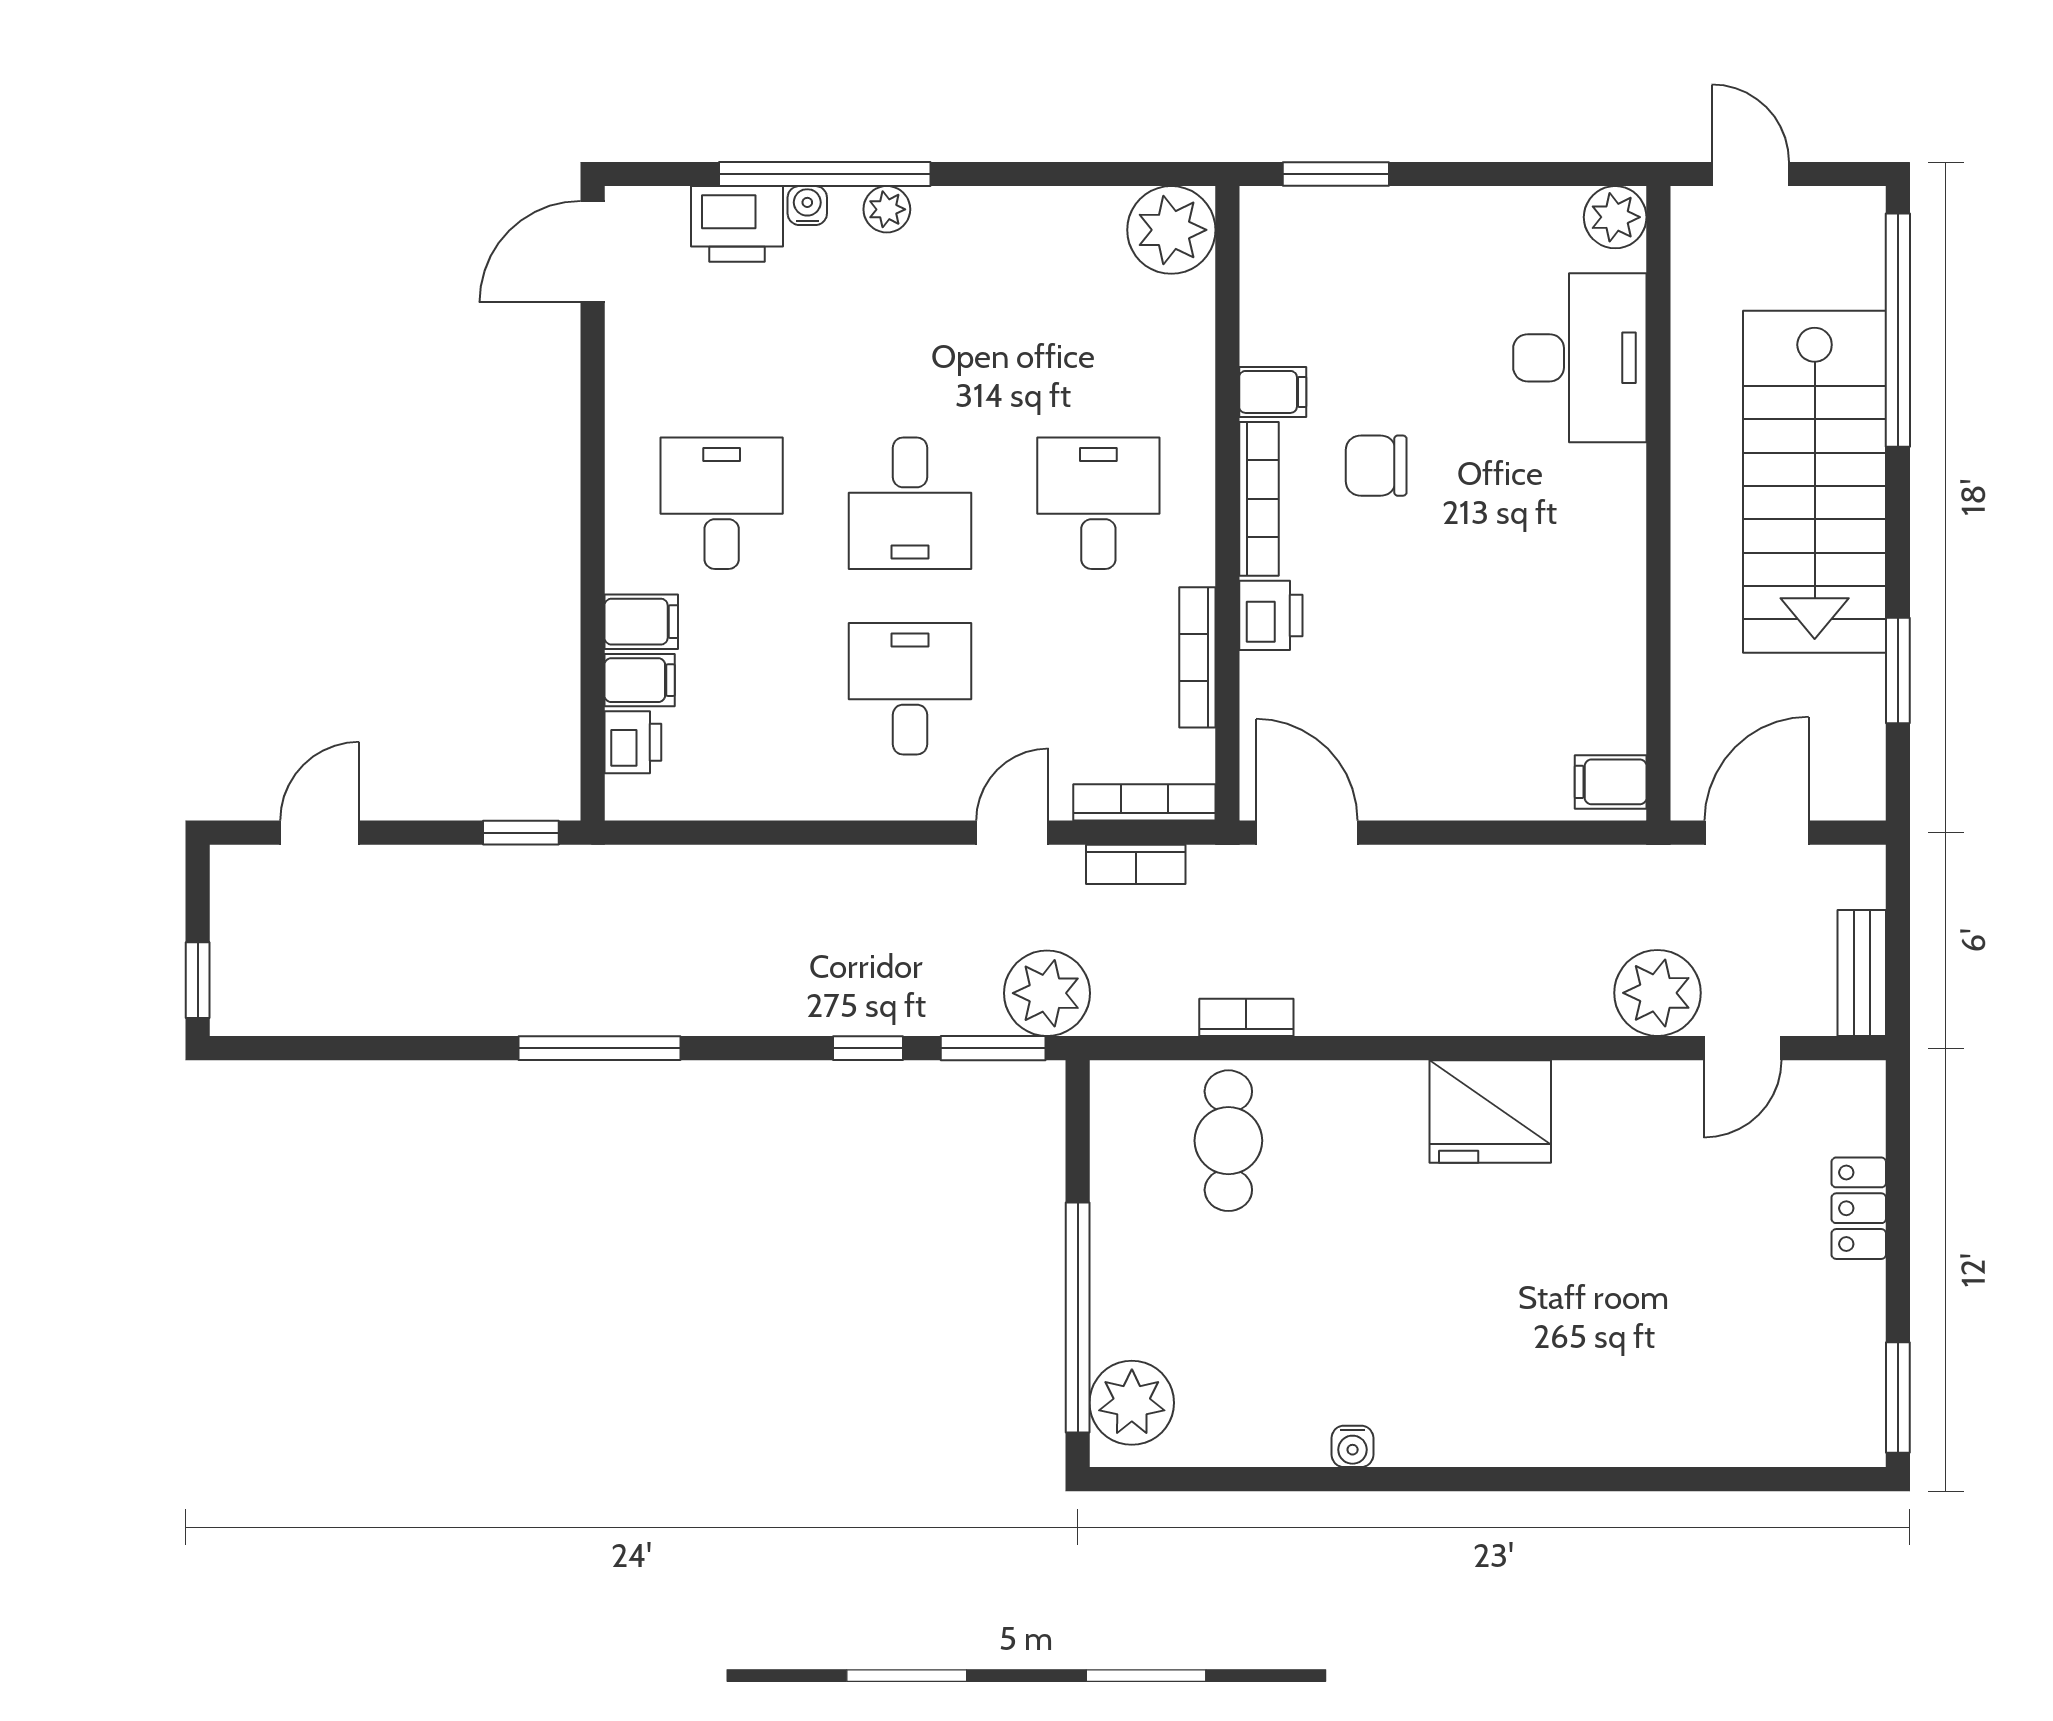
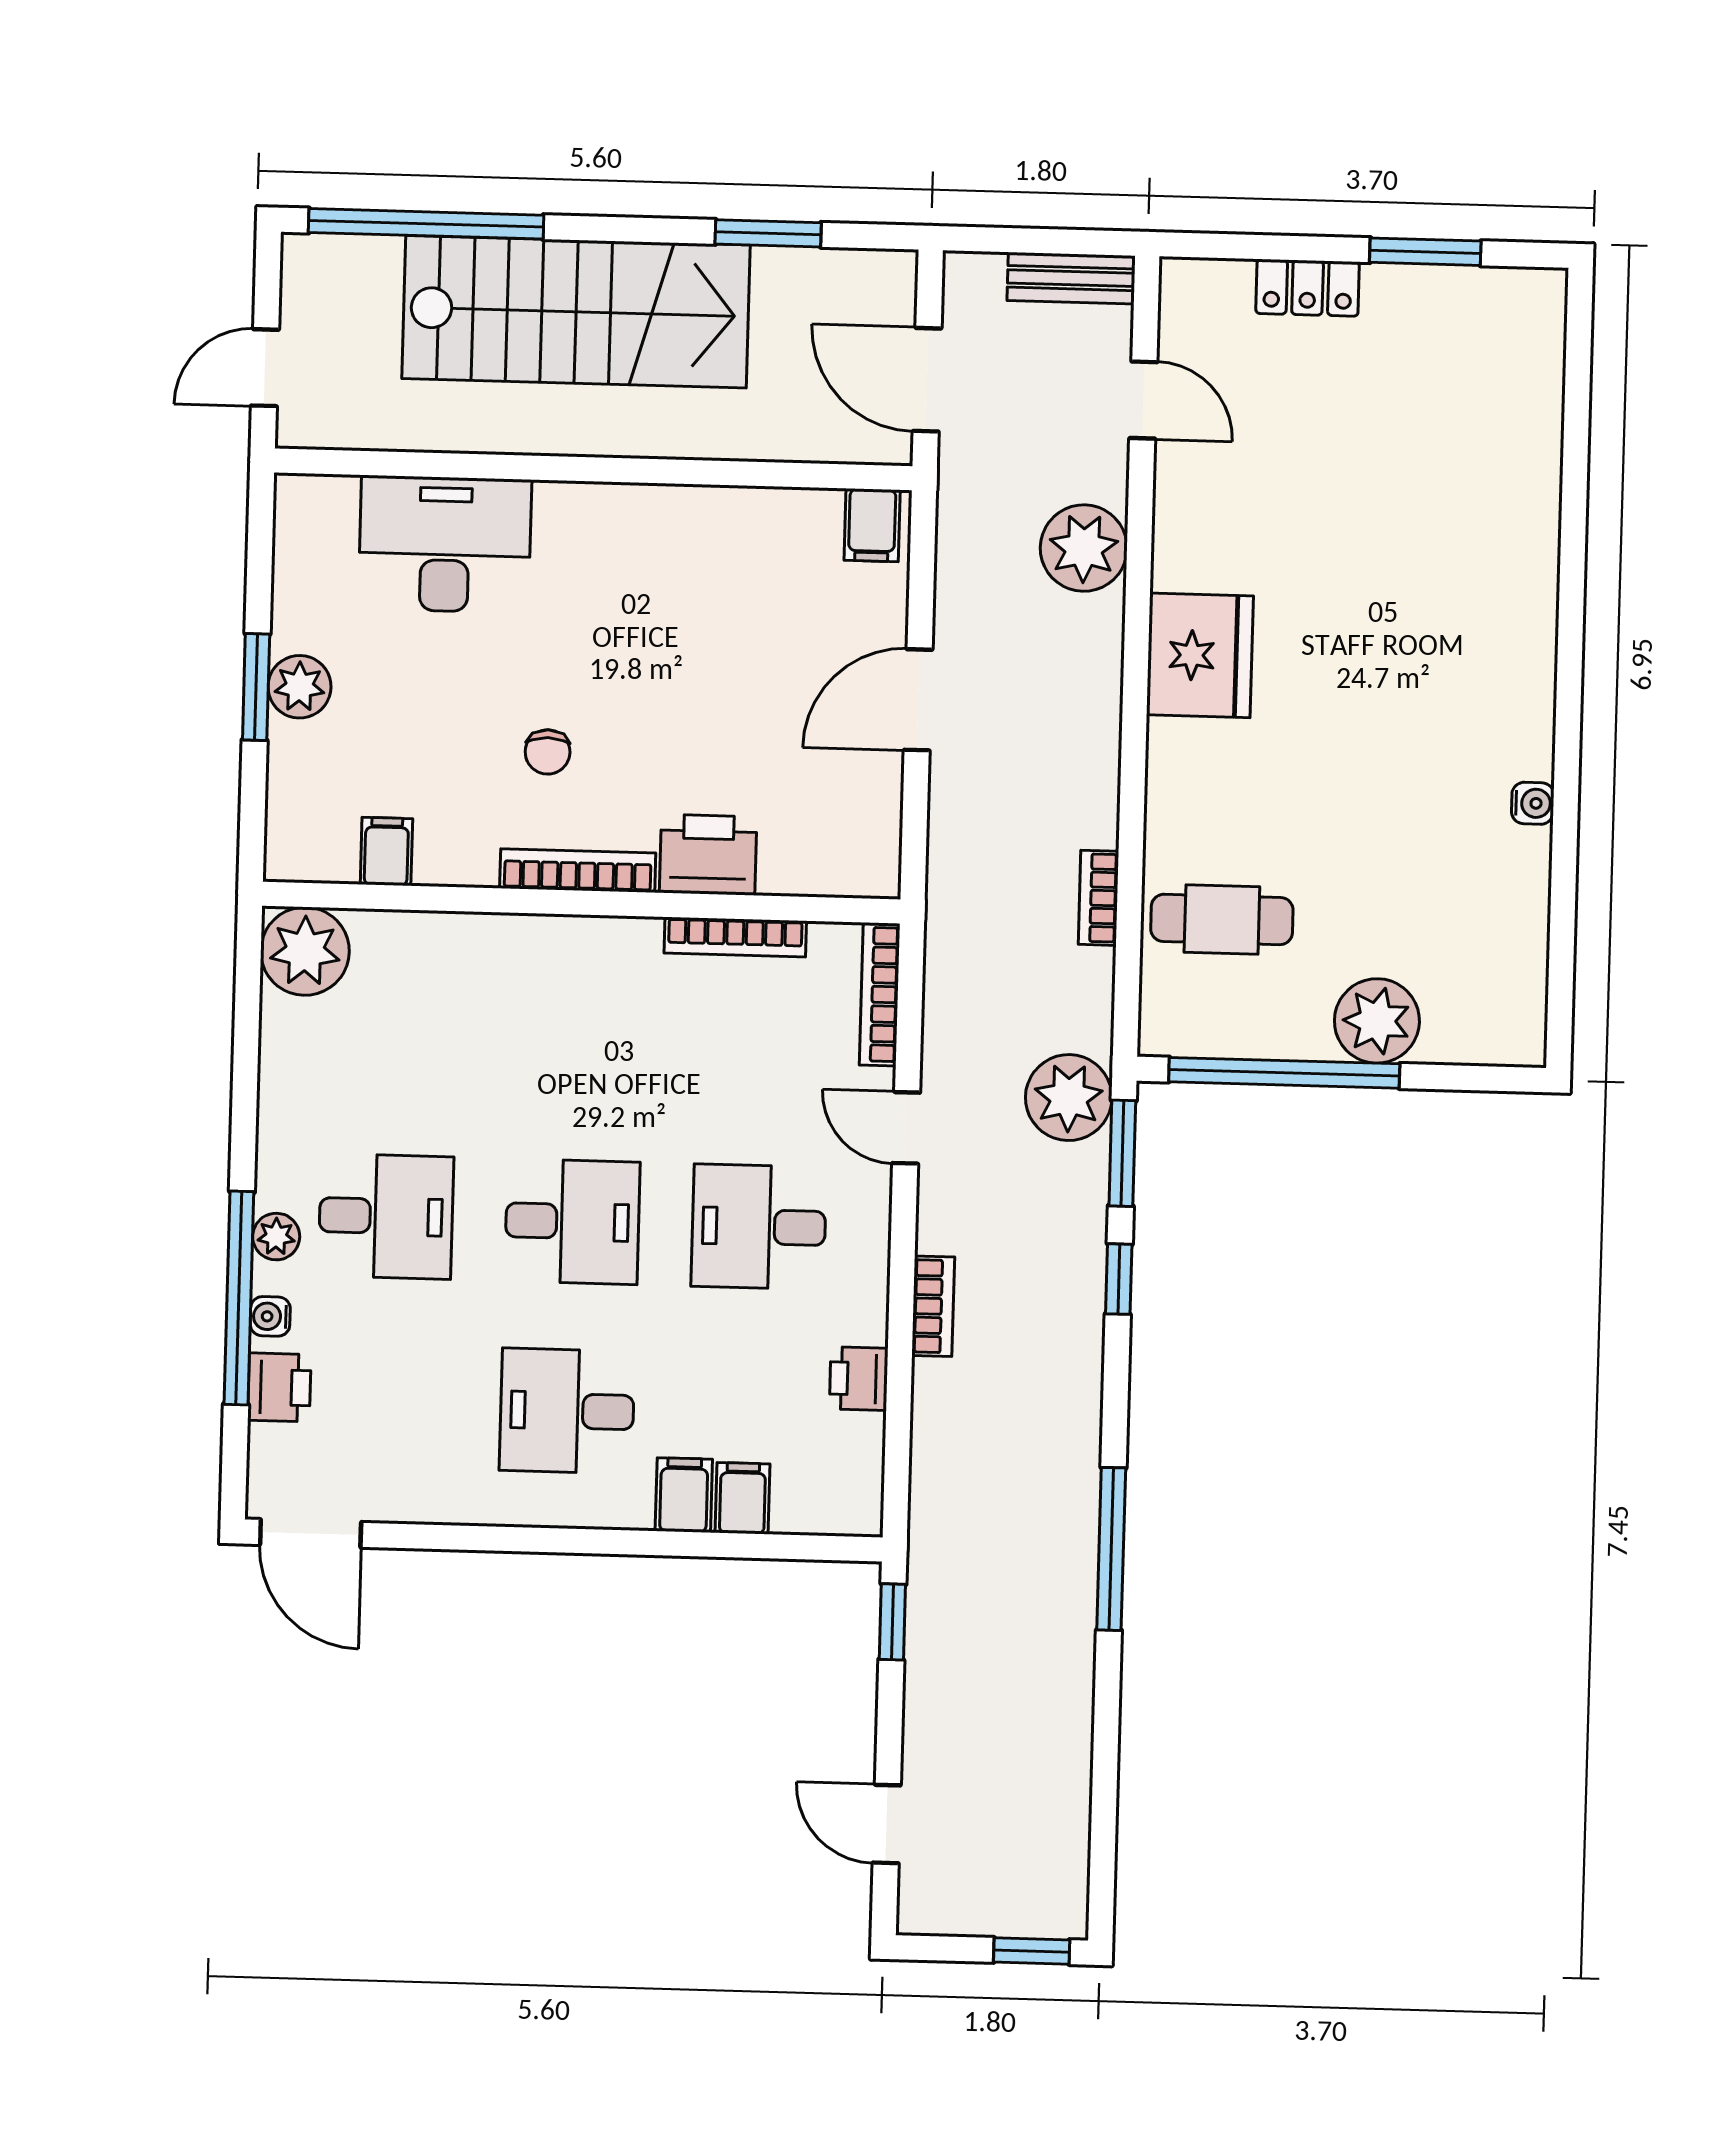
window: (1336, 174) -> (256, 687), moved
plant: (1615, 217) -> (300, 687), moved
printer: (737, 224) -> (279, 1387), width x0.73, depth x0.81
filing cabinet: (1273, 392) -> (386, 851), moved
chair: (1376, 466) -> (548, 752), width x0.73, depth x0.73
desk: (1098, 503) -> (386, 1216), moved, turned 180
printer: (1271, 615) -> (708, 855), width x1.36, depth x1.24
printer: (633, 742) -> (859, 1379), moved, turned -90
door: (1307, 833) -> (918, 700), moved
bookcase: (1136, 864) -> (933, 1306), moved
plant: (1657, 993) -> (1084, 548), moved
window: (1078, 1317) -> (1284, 1073), moved
window: (1898, 1397) -> (1425, 252), moved
plant: (1132, 1403) -> (1377, 1021), moved

